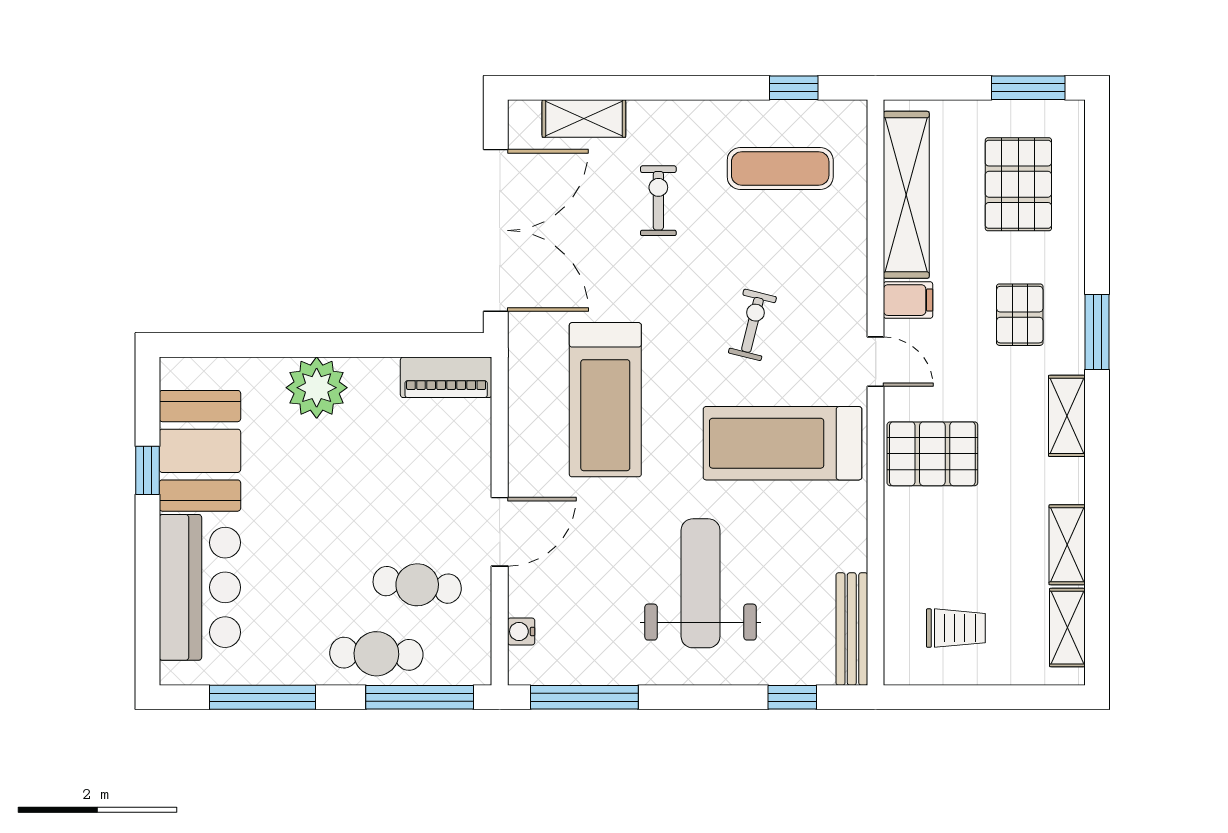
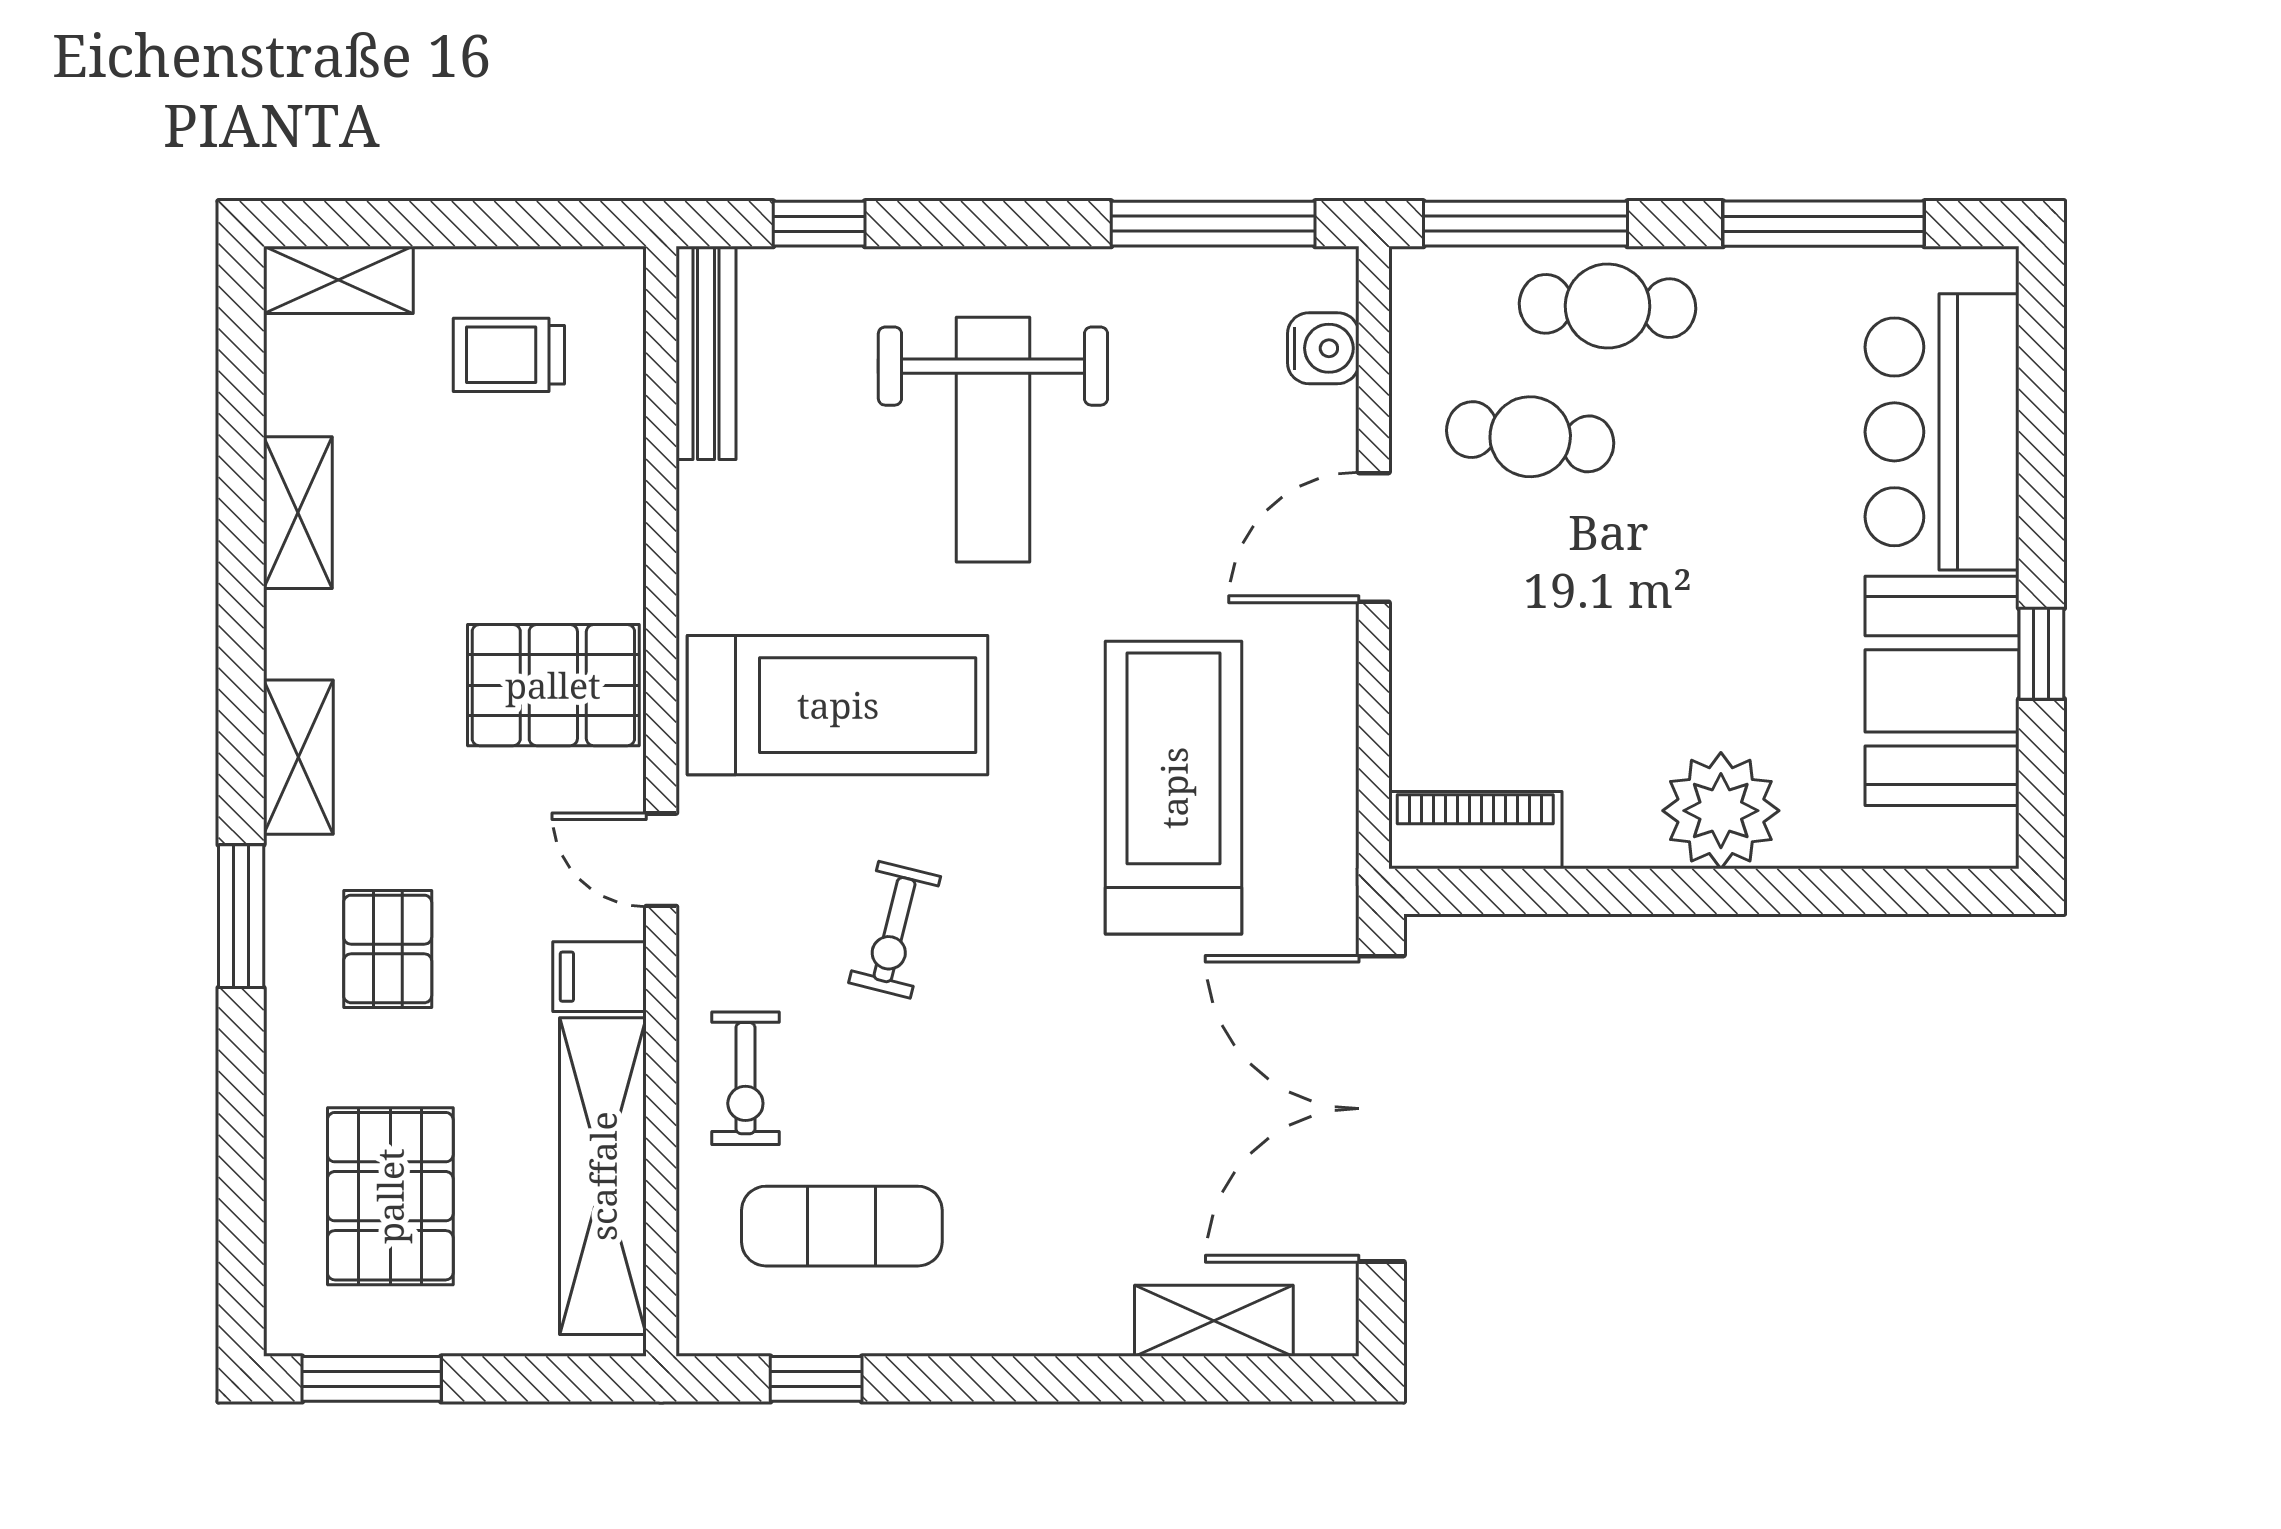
exercise bike: (658, 201) -> (745, 1078), moved
shelving: (1067, 628) -> (338, 280), moved, turned 90
water cooler: (521, 632) -> (1323, 348), width x1.38, depth x1.38

